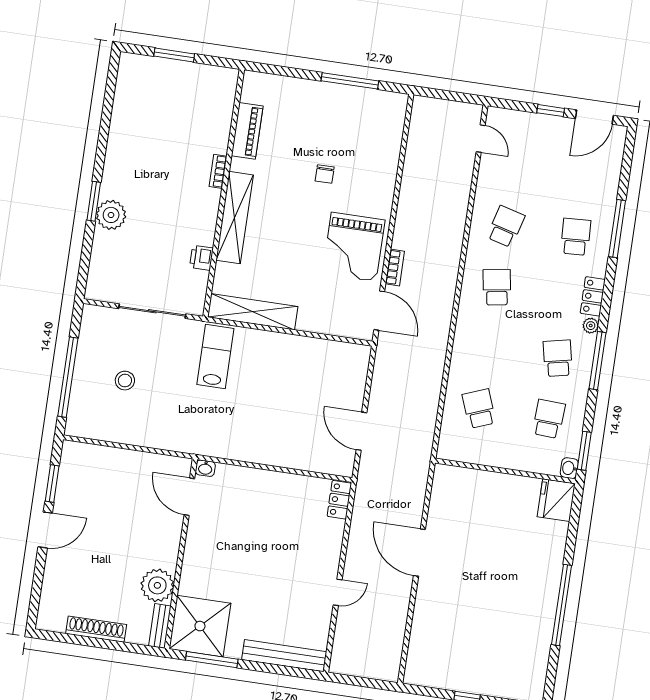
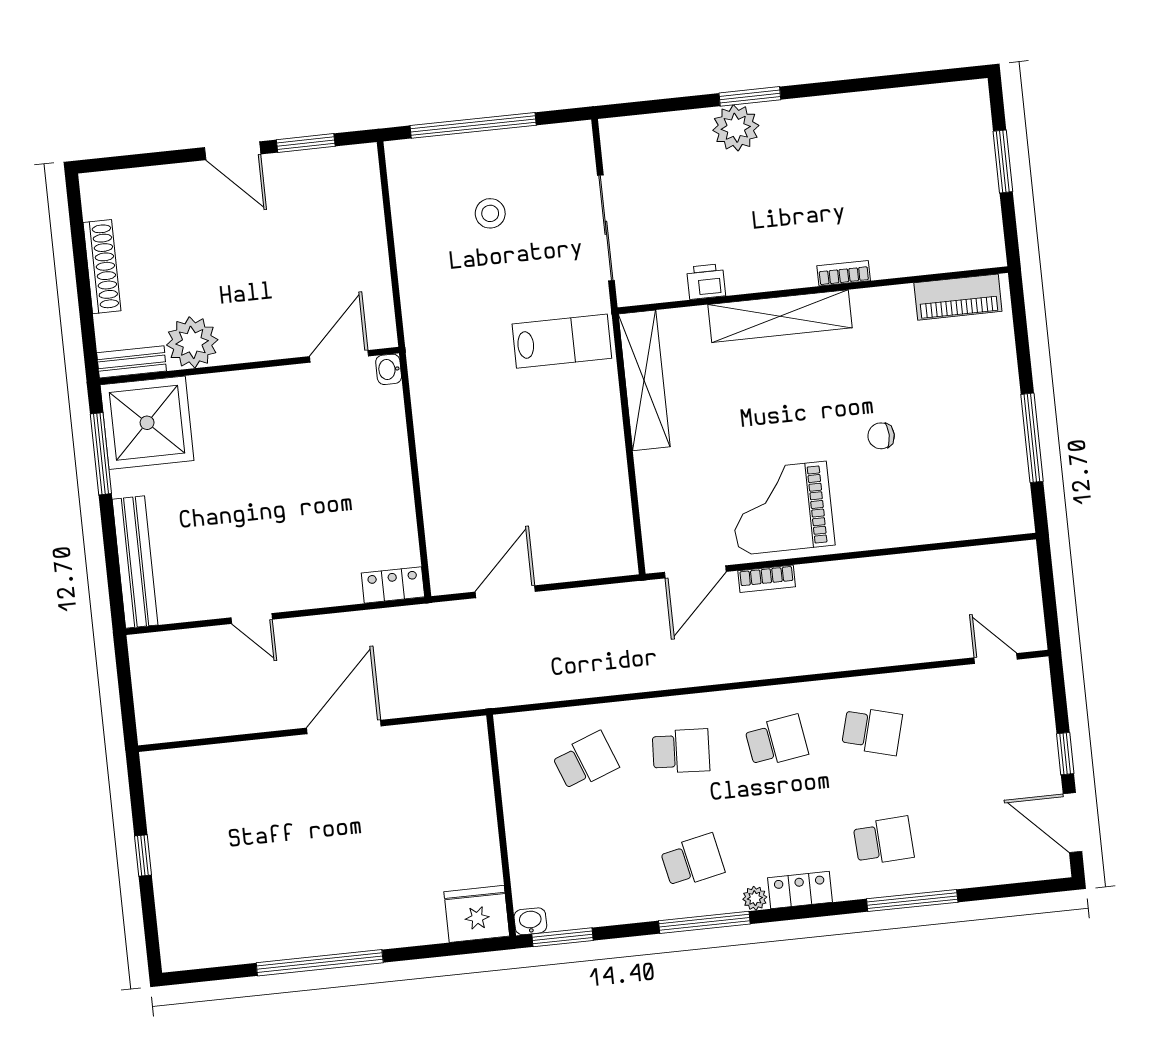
piano: (247, 131) -> (958, 297), moved
door: (481, 139) -> (996, 658), swing flipped
school desk: (549, 419) -> (681, 751), moved

